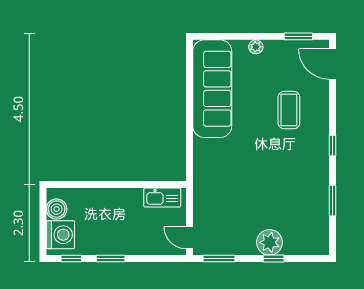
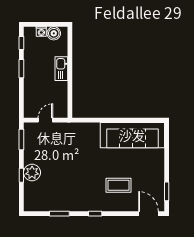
plant: (256, 47) -> (160, 164), removed
door: (332, 64) -> (149, 214), hinge flipped
kitchen sink: (162, 198) -> (61, 69), moved
washing machine: (60, 235) -> (41, 32), width x0.53, depth x0.53
door: (189, 238) -> (45, 120), moved

